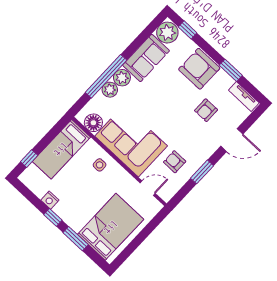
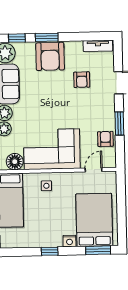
armchair: (199, 69) -> (50, 56), turned -90
window: (231, 70) -> (47, 37), moved
armchair: (175, 162) -> (105, 139), moved, turned 90
nightstand: (50, 200) -> (69, 241), moved
window: (76, 239) -> (98, 250), moved

